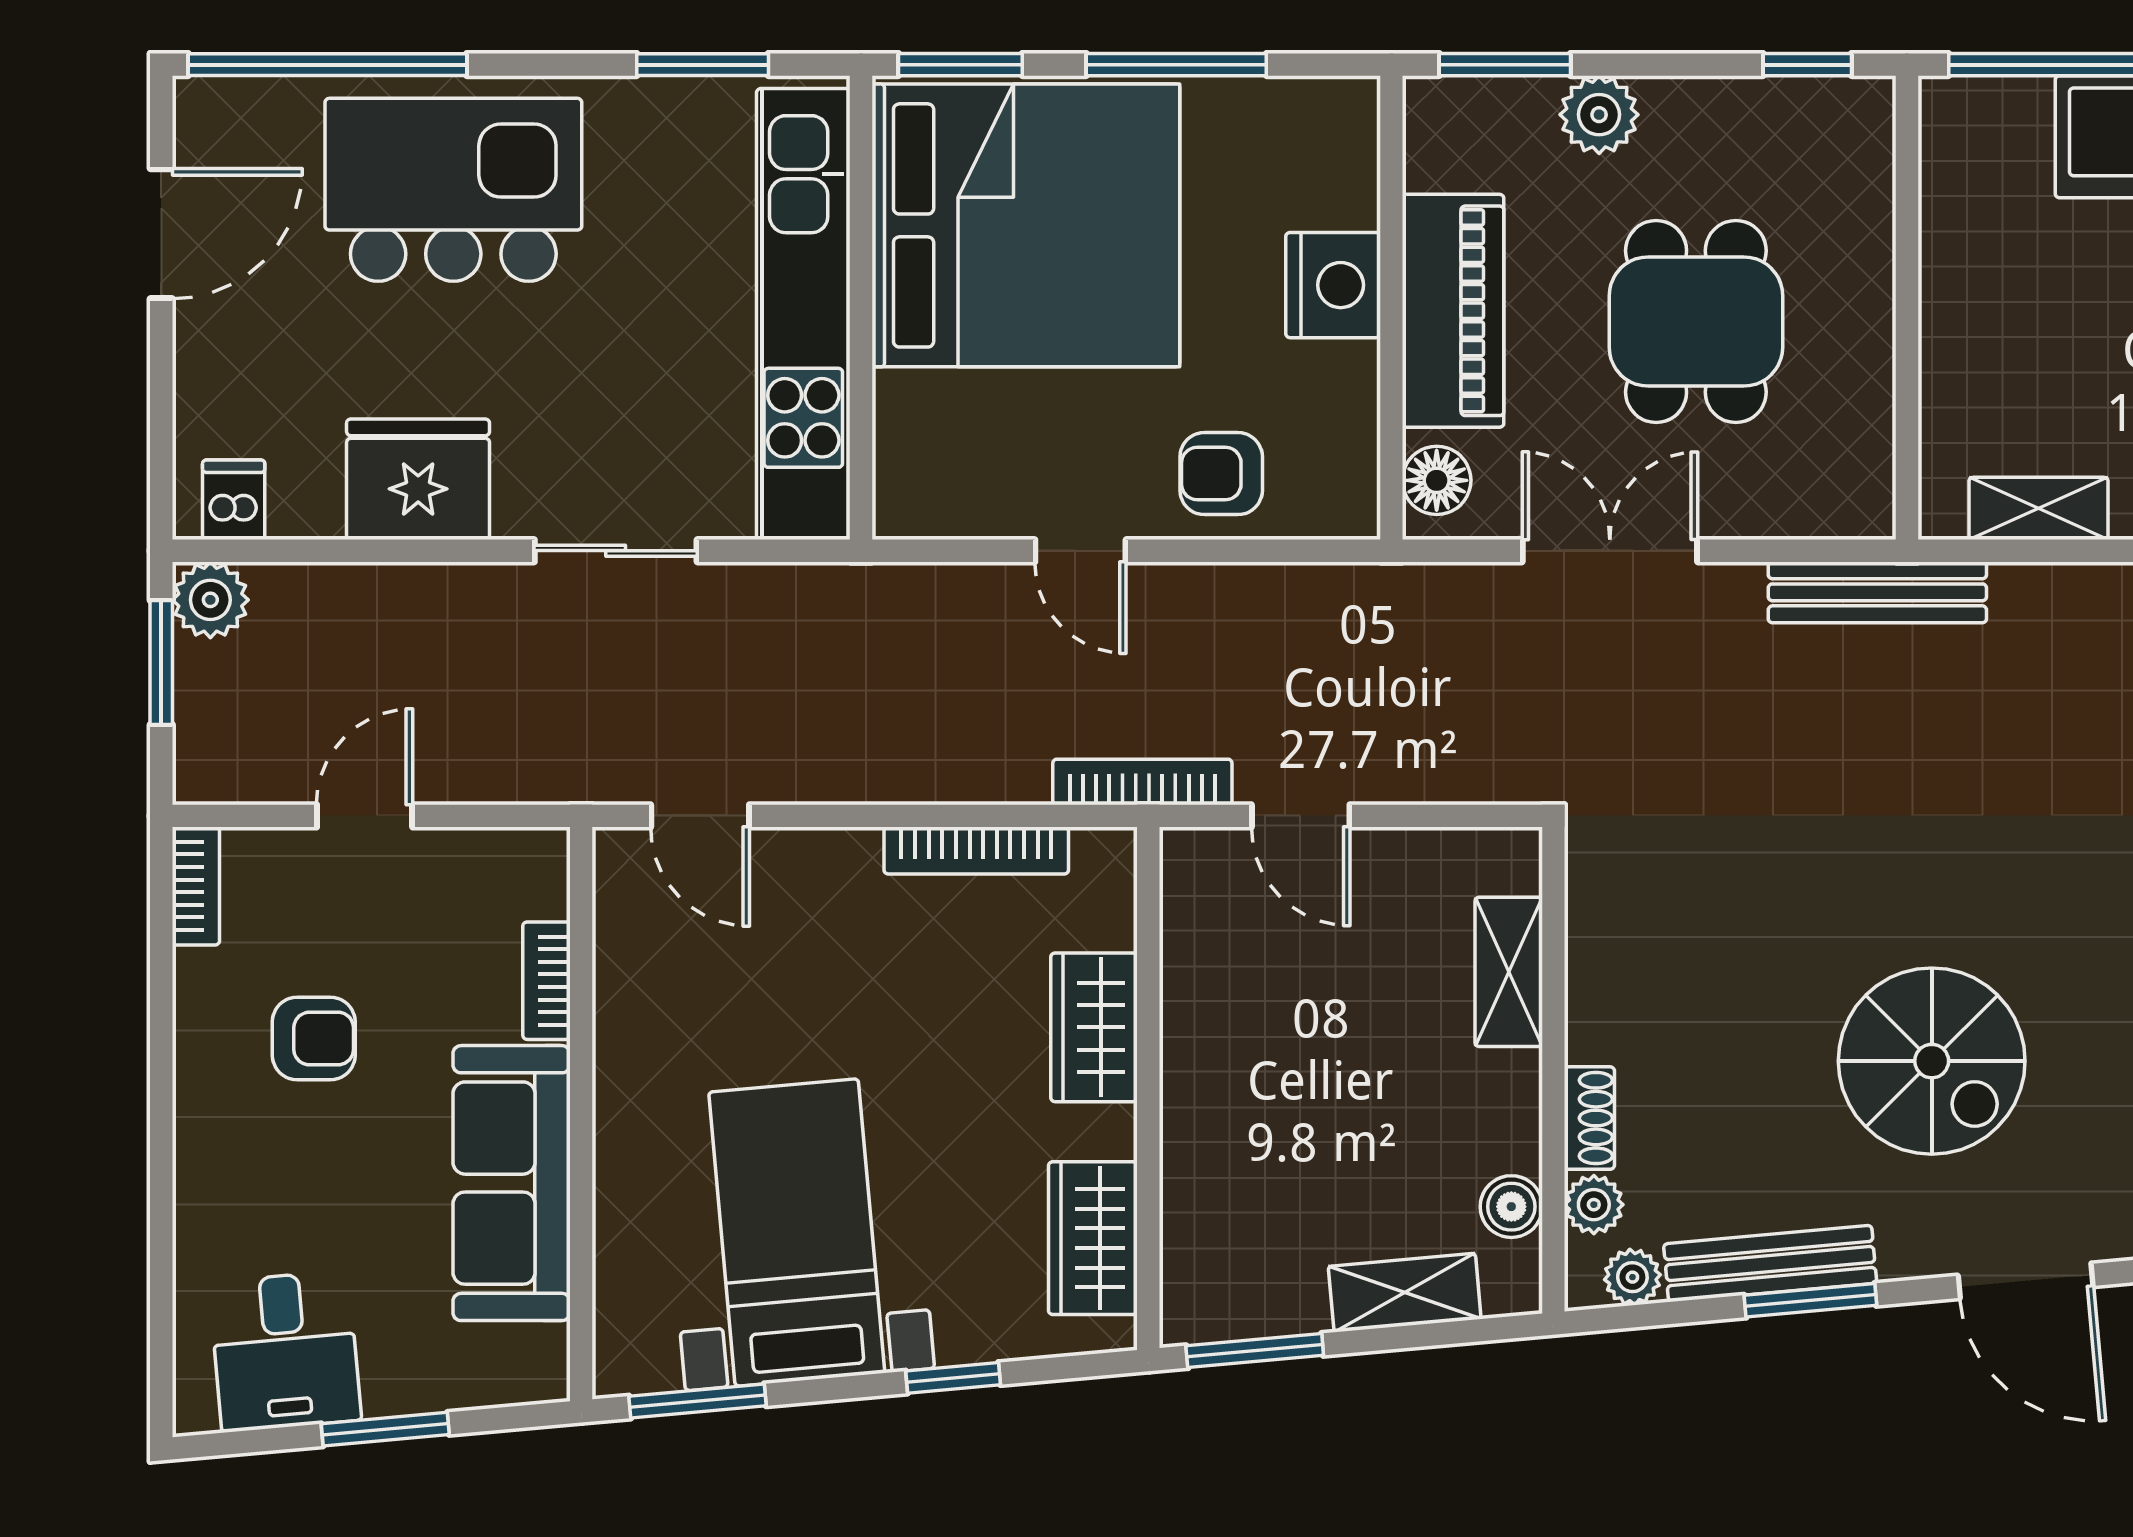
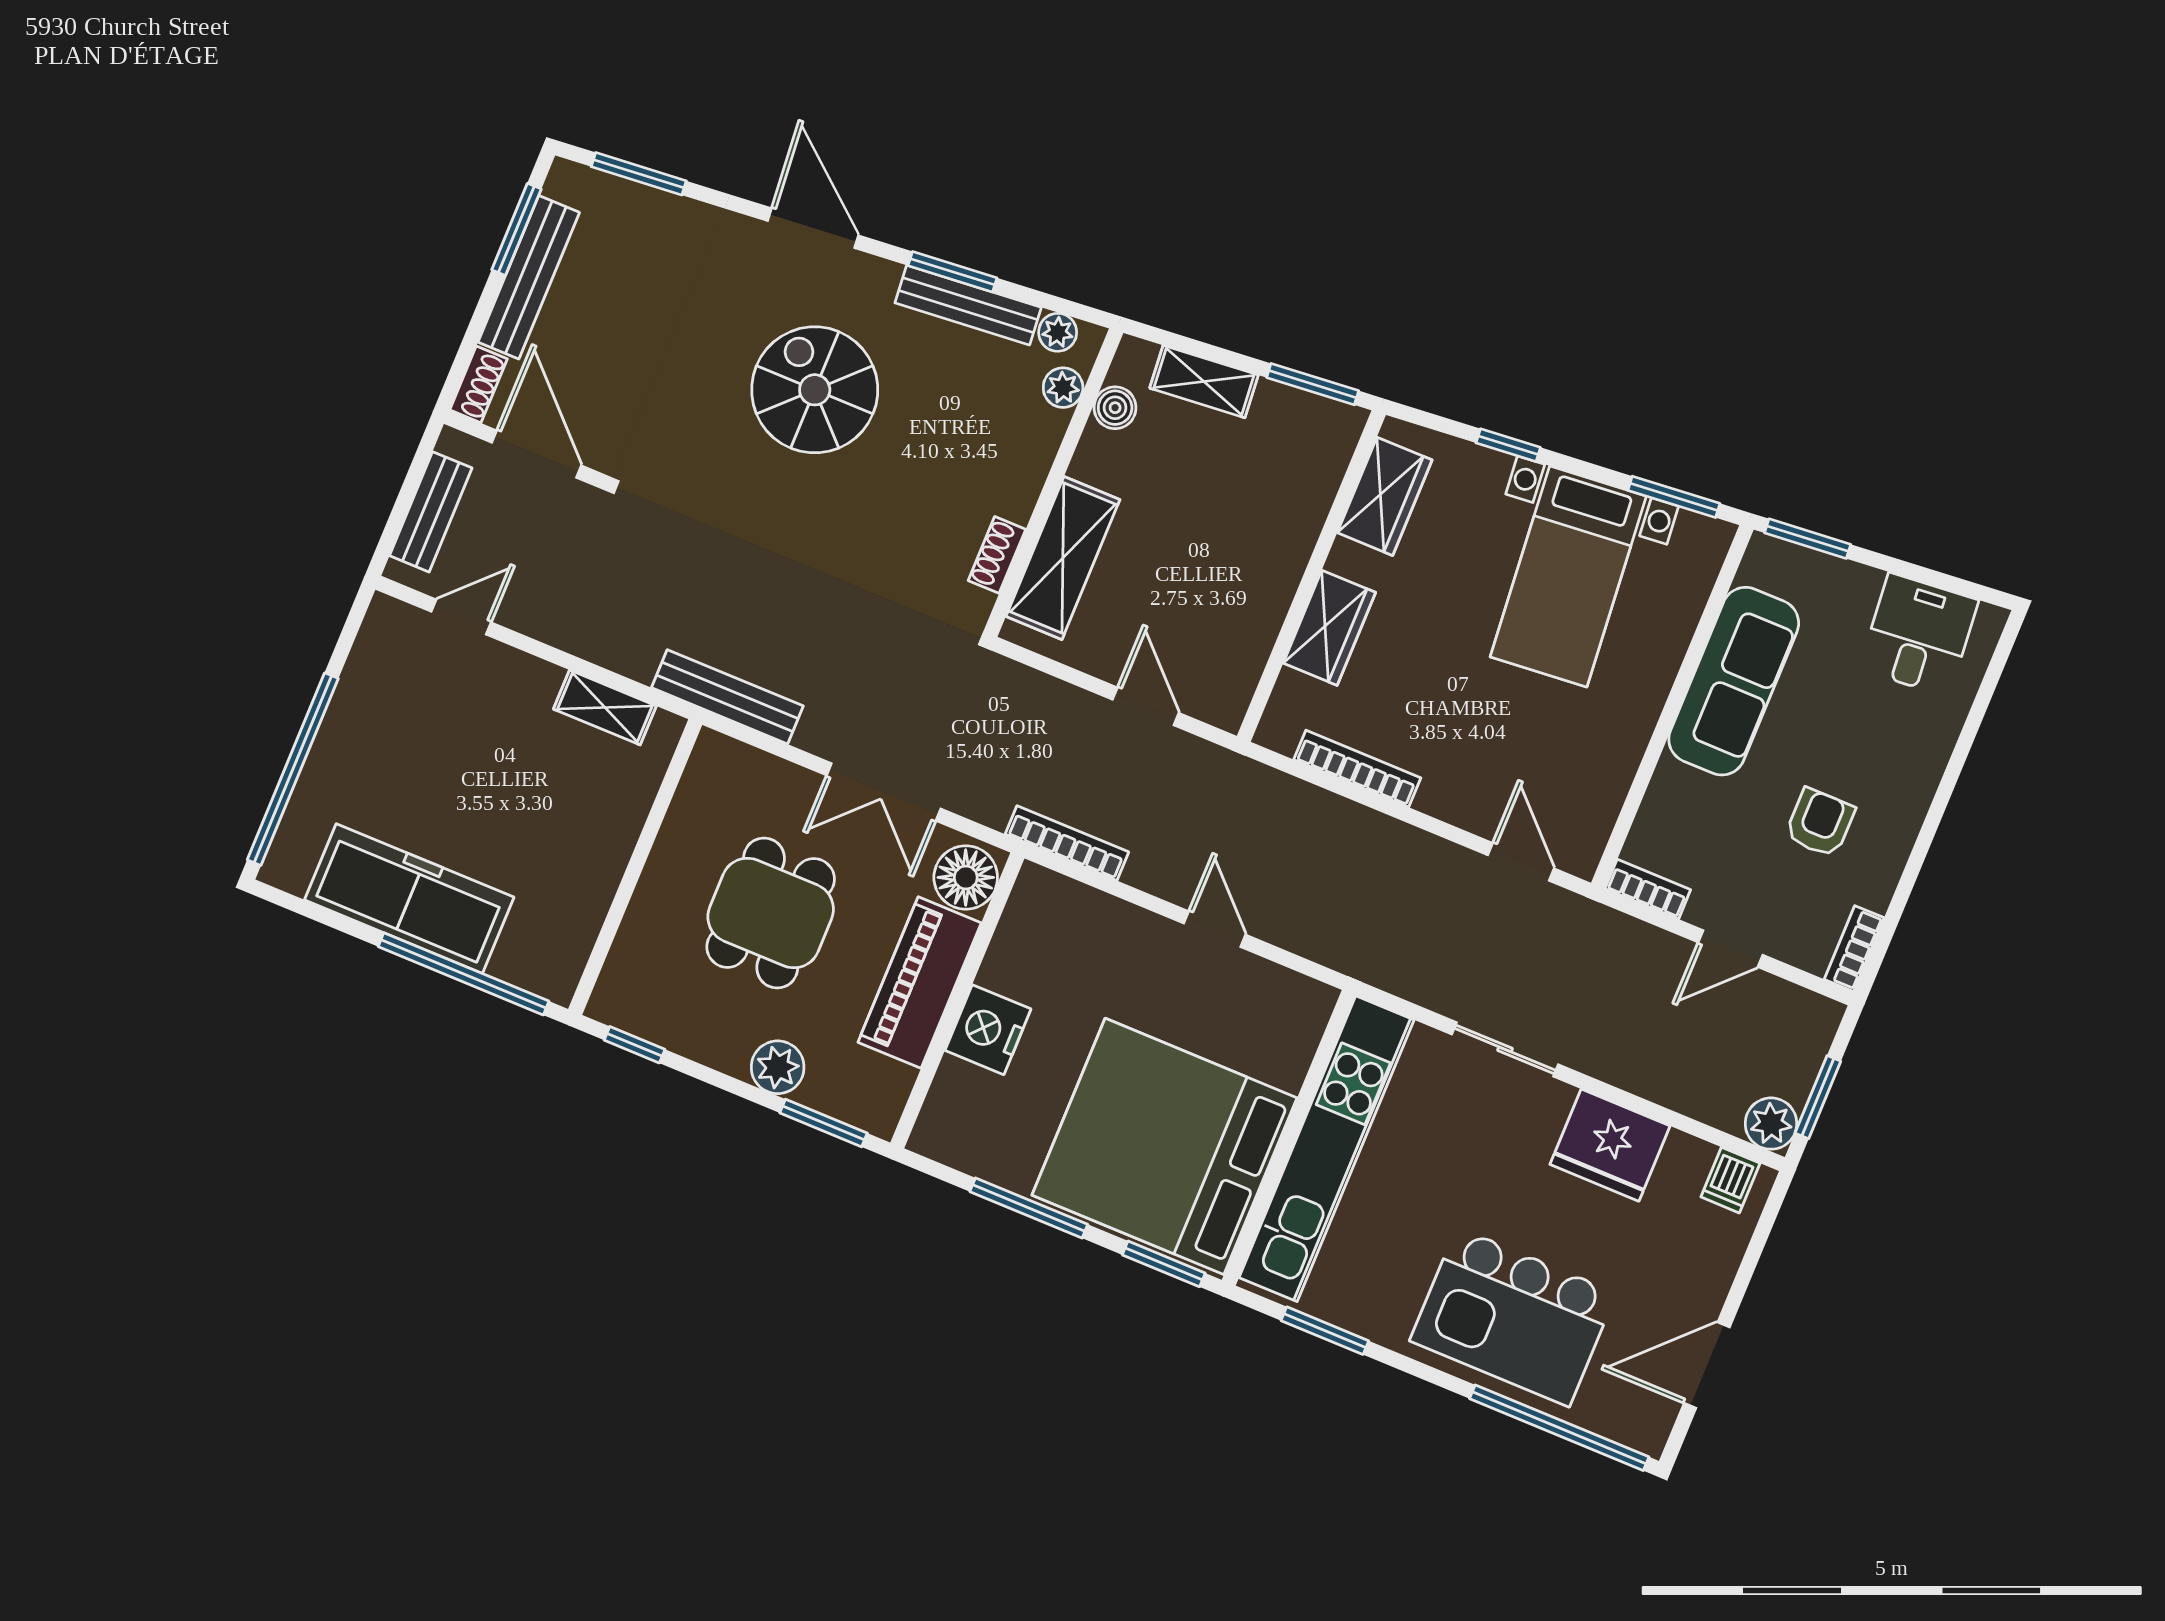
armchair: (1221, 474) -> (1107, 941), removed
floor lamp: (1437, 480) -> (966, 877), width x1.38, depth x1.38
bookcase: (1142, 782) -> (1067, 843), moved, turned 180
shelving: (1509, 972) -> (1063, 558), width x1.50, depth x1.33
bookcase: (546, 981) -> (1648, 889), moved, turned -90
armchair: (314, 1039) -> (1820, 823), turned 90
shoe rack: (1589, 1118) -> (997, 555), moved
window: (385, 1429) -> (1808, 539), moved

